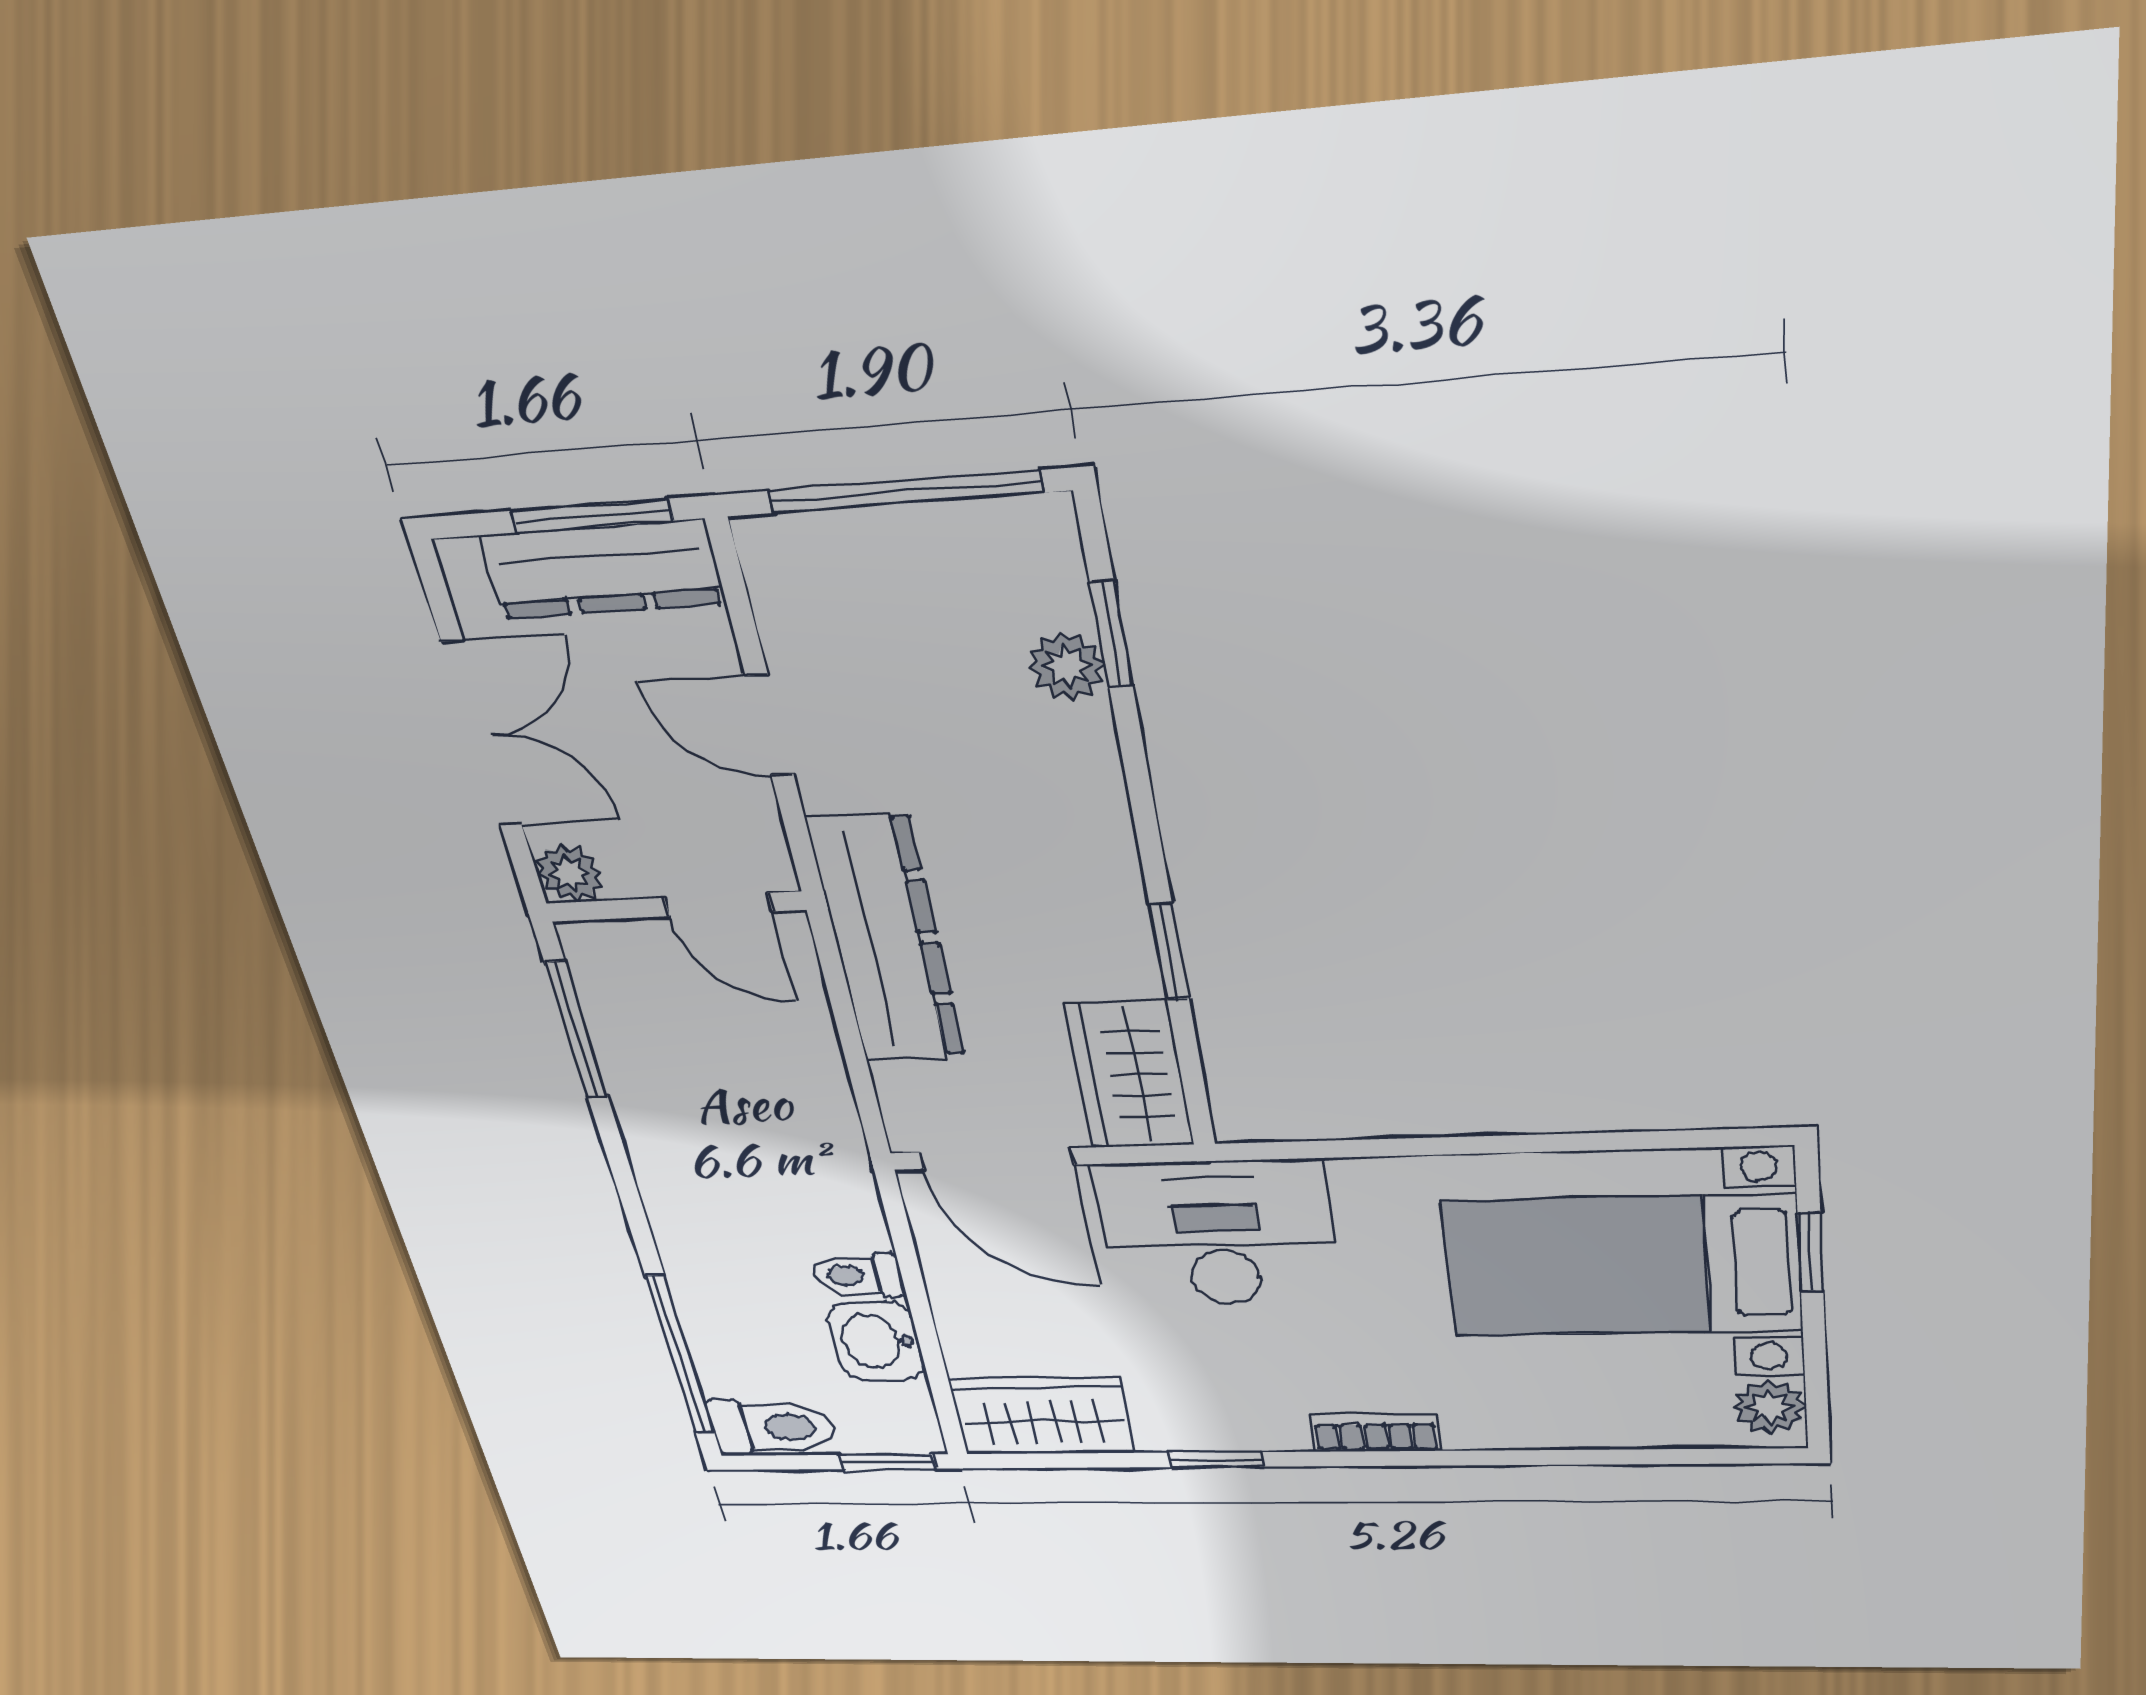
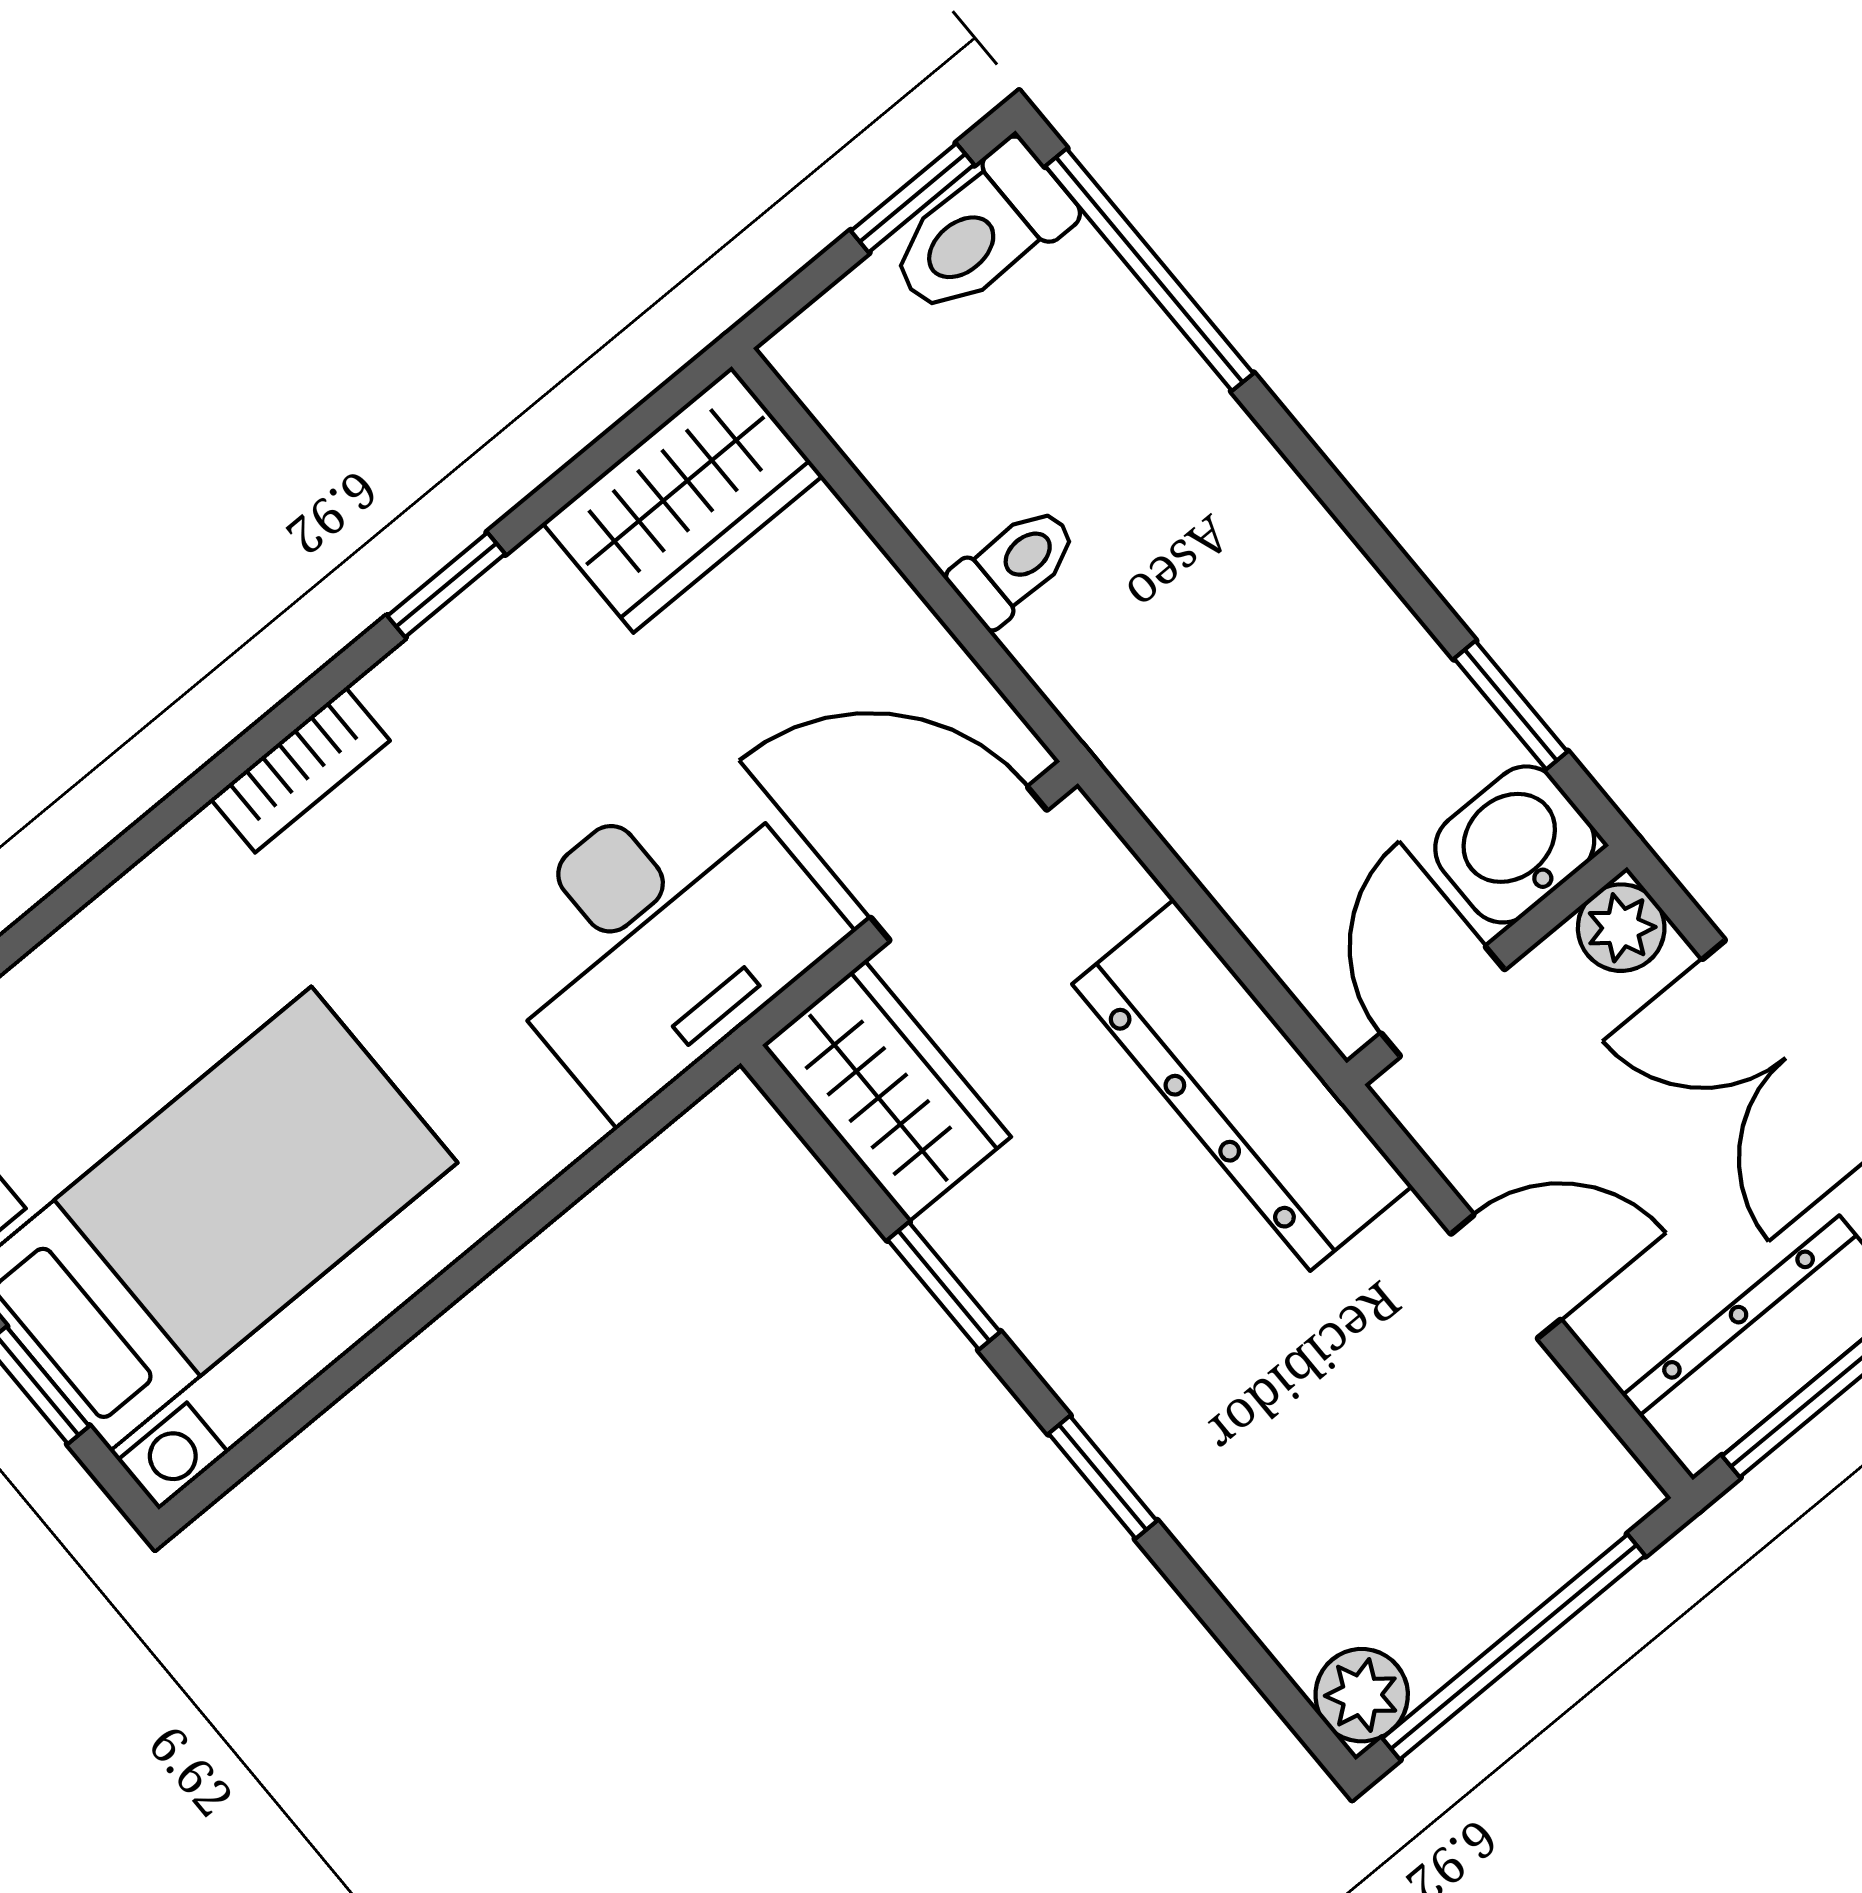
window: (1112, 634) -> (1103, 1477), moved
plant: (1067, 666) -> (1362, 1695), moved
door: (718, 905) -> (1443, 1001), hinge flipped
window: (577, 1031) -> (1511, 705), width x0.67
washbasin: (877, 1341) -> (1515, 844), moved, turned -90
window: (887, 1462) -> (913, 198), moved

